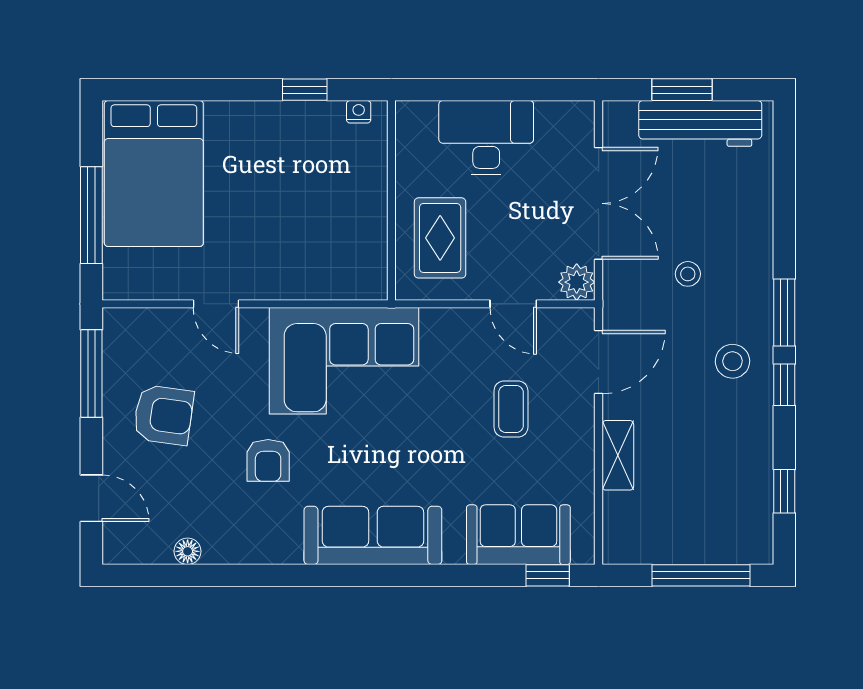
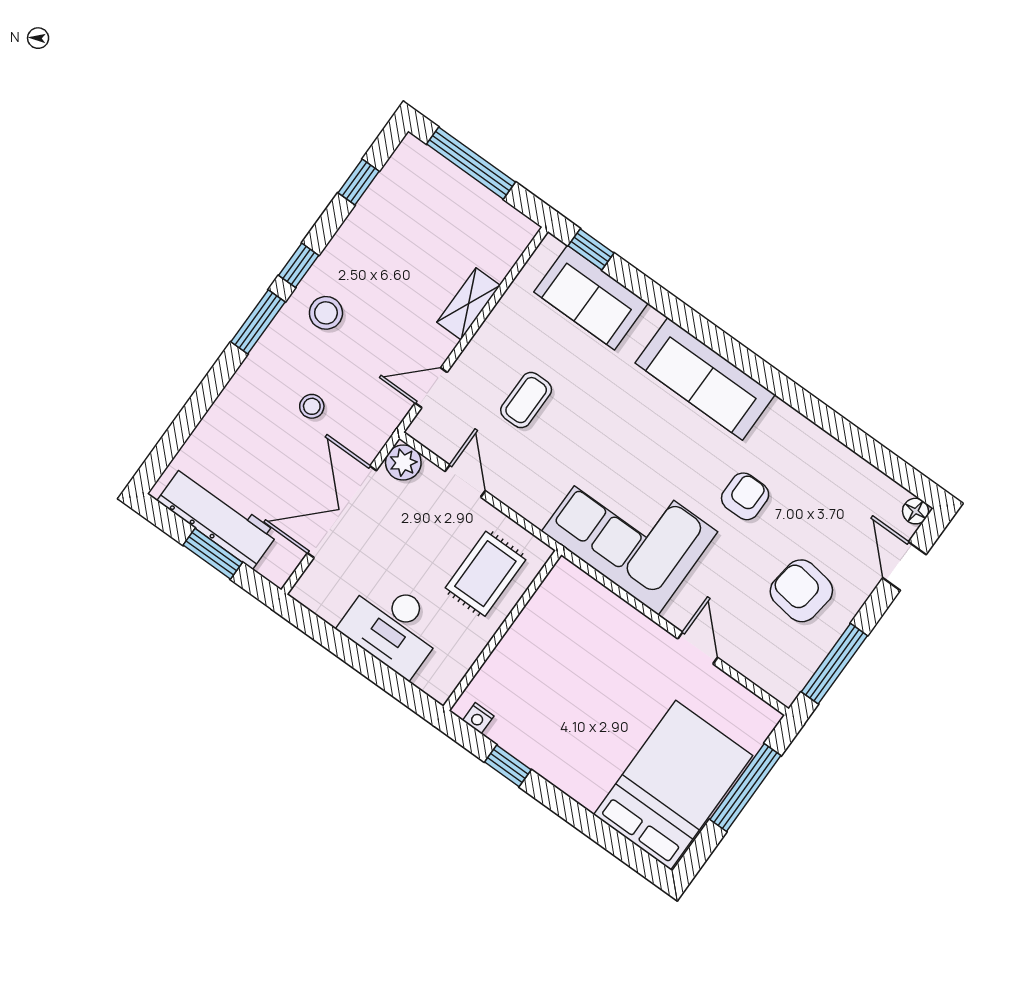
door: (599, 362) -> (431, 388), width x0.73
floor lamp: (188, 551) -> (915, 511), moved

